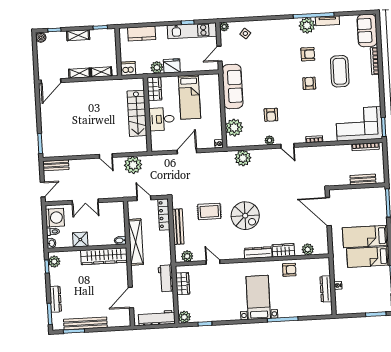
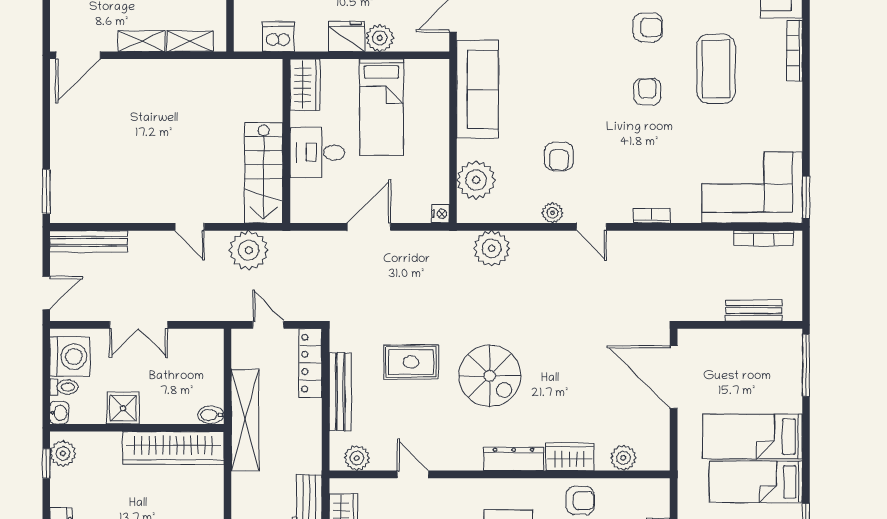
plant: (157, 67) -> (380, 38), moved
dishwasher: (128, 68) -> (278, 37), moved
stairs: (137, 113) -> (264, 173), moved
bench: (56, 165) -> (89, 241), width x1.36

